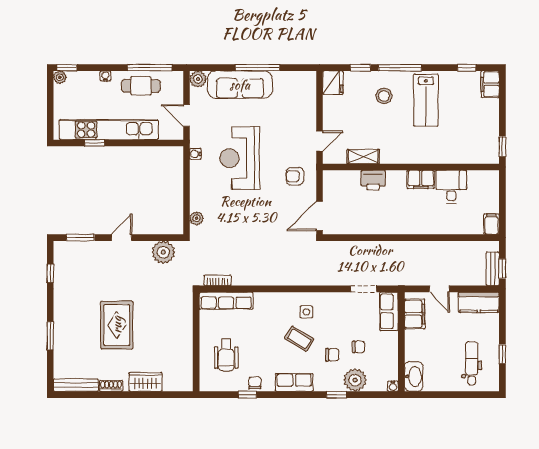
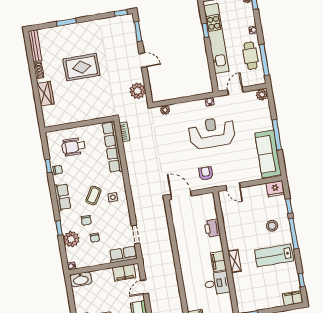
sofa: (240, 85) -> (268, 154), moved
shelving: (363, 157) -> (235, 261), moved
window: (50, 273) -> (121, 13), moved
row of seats: (226, 301) -> (112, 147), width x1.36

